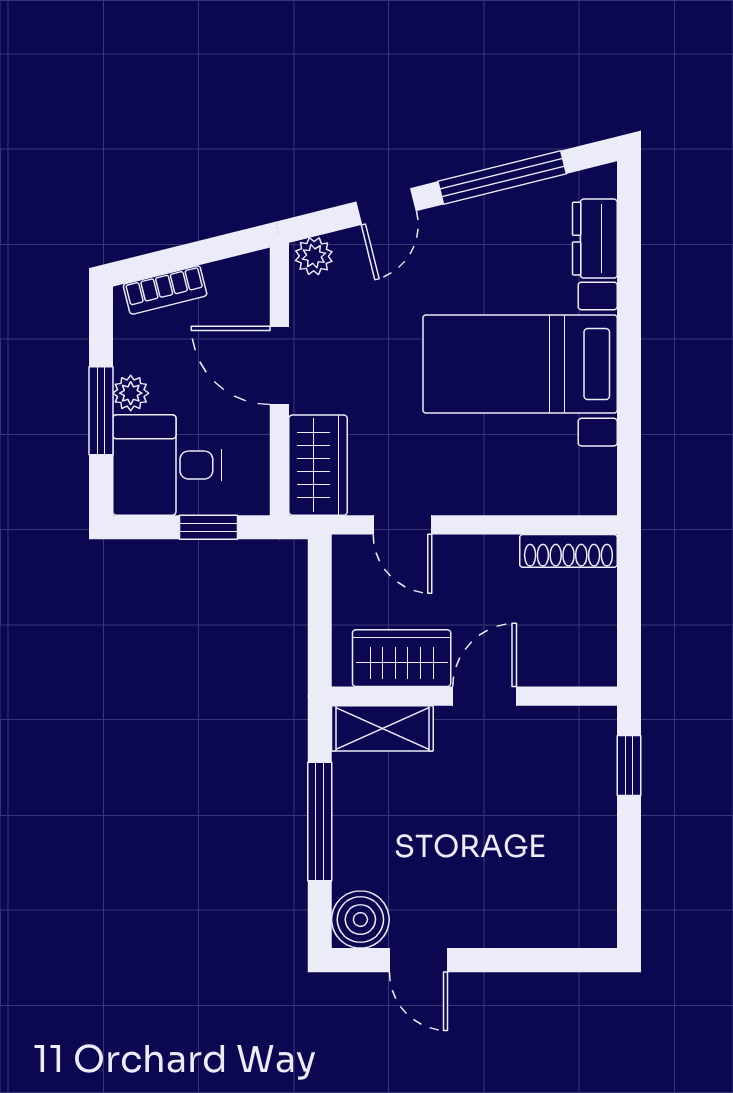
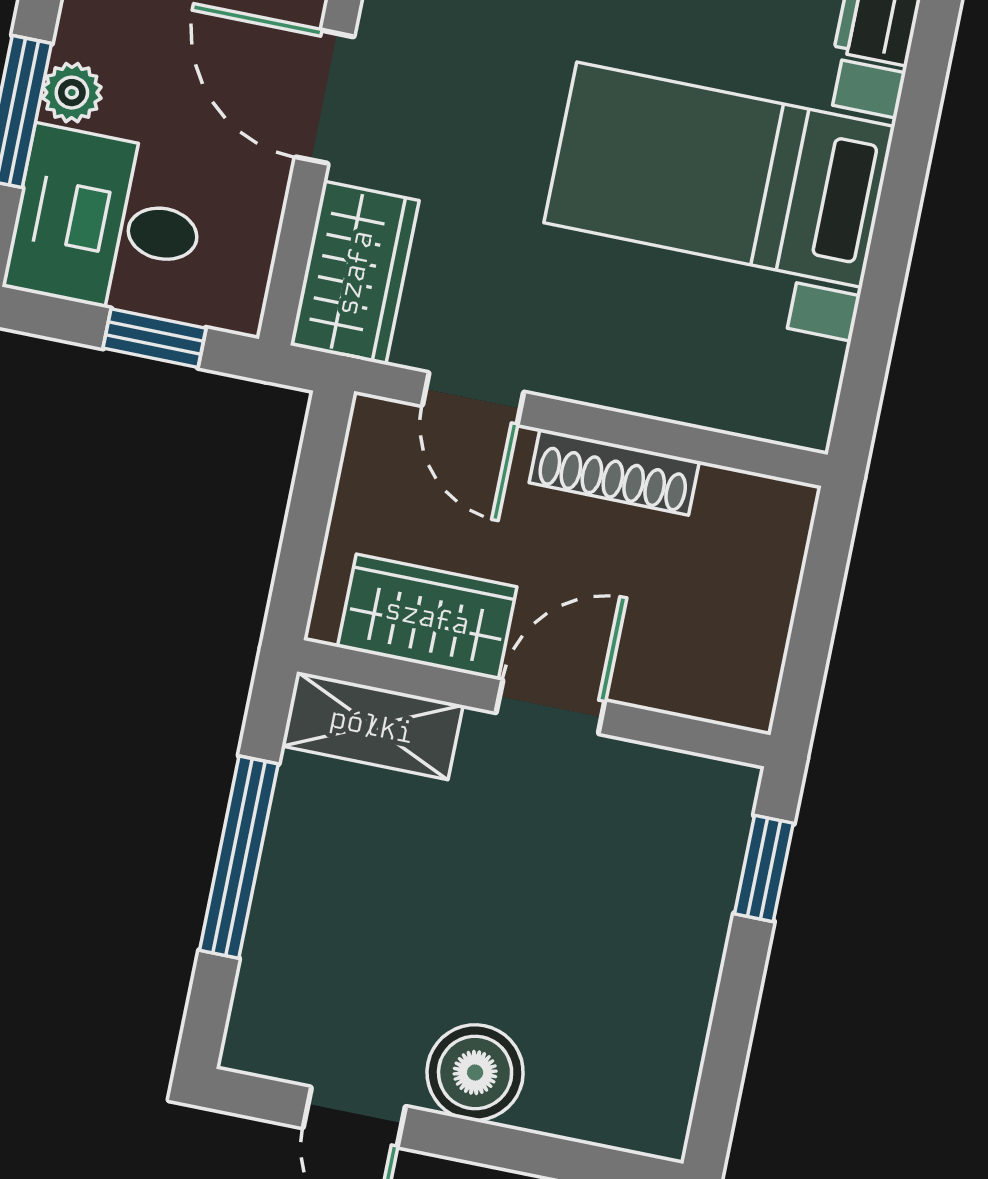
shoe rack: (568, 551) -> (614, 472), moved
boiler: (360, 920) -> (475, 1072), moved

